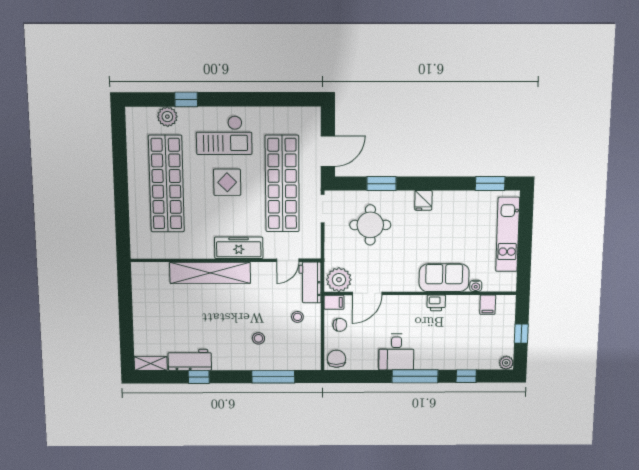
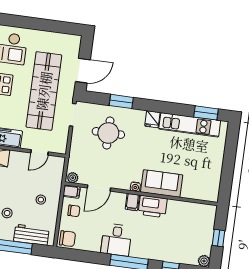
kitchen unit: (508, 234) -> (190, 125), moved, turned -90
plant: (339, 280) -> (73, 178), width x0.53, depth x0.53
workbench: (310, 282) -> (31, 235), moved, turned 90
water cooler: (476, 286) -> (135, 187), moved
printer: (436, 303) -> (153, 206), width x1.87, depth x1.48
filing cabinet: (488, 305) -> (132, 202), moved
chair: (337, 359) -> (67, 239), turned 90

